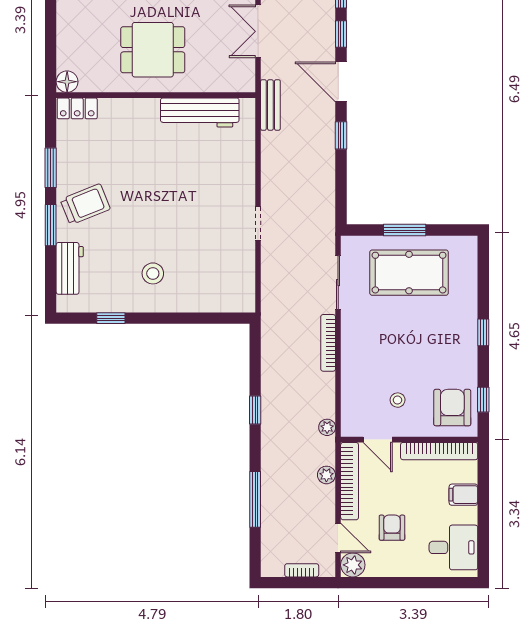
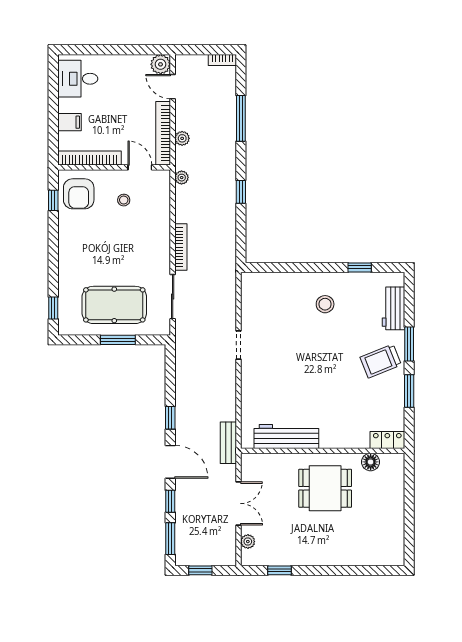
floor lamp: (67, 82) -> (371, 462), moved
window: (483, 332) -> (53, 308), moved
armchair: (392, 528) -> (128, 95), removed
bookcase: (302, 570) -> (222, 60), moved

